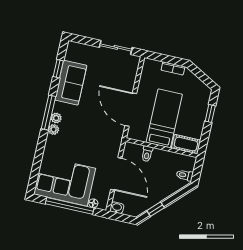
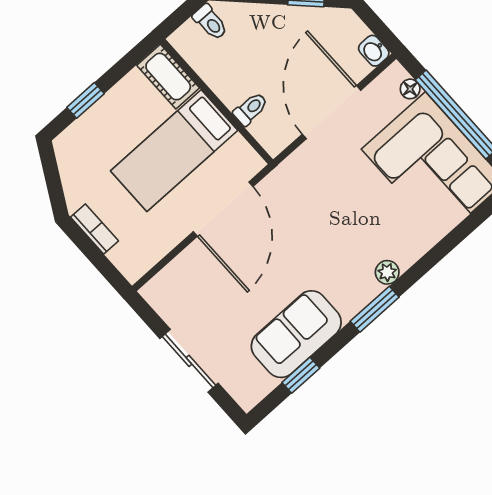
sliding door: (116, 47) -> (189, 361), moved
window: (48, 113) -> (375, 309), width x0.69
plant: (56, 118) -> (368, 290), removed

